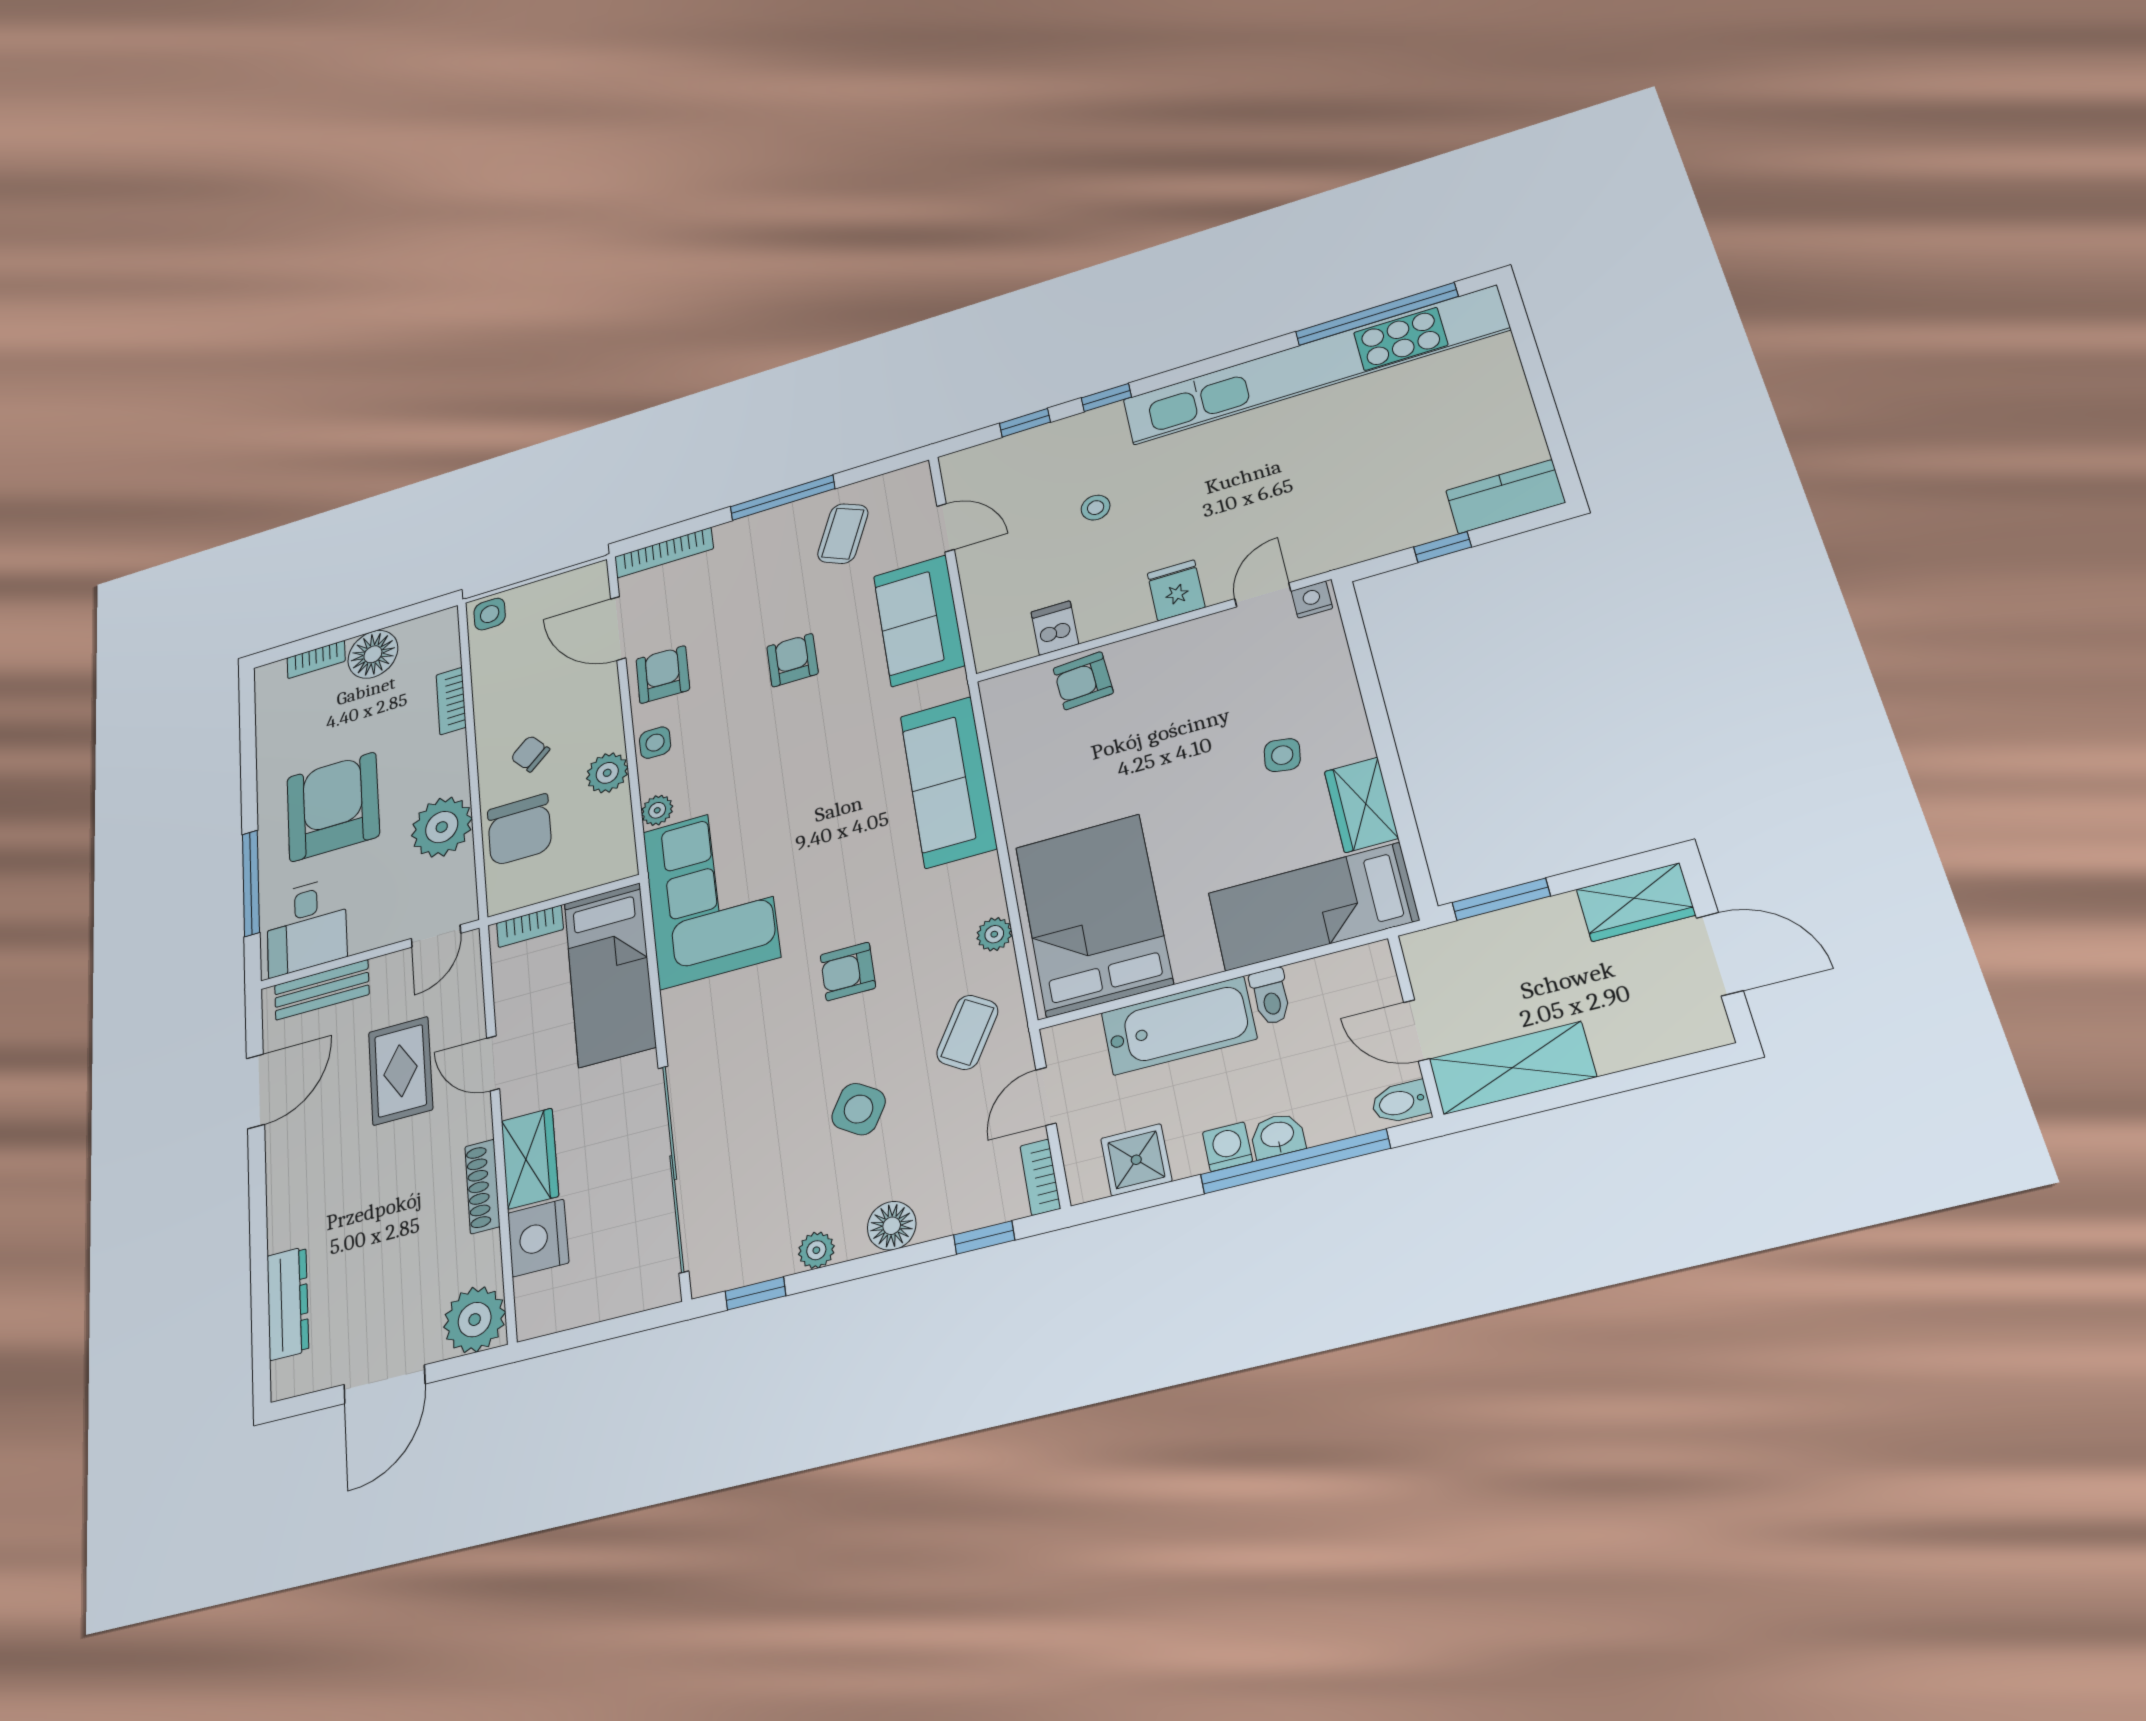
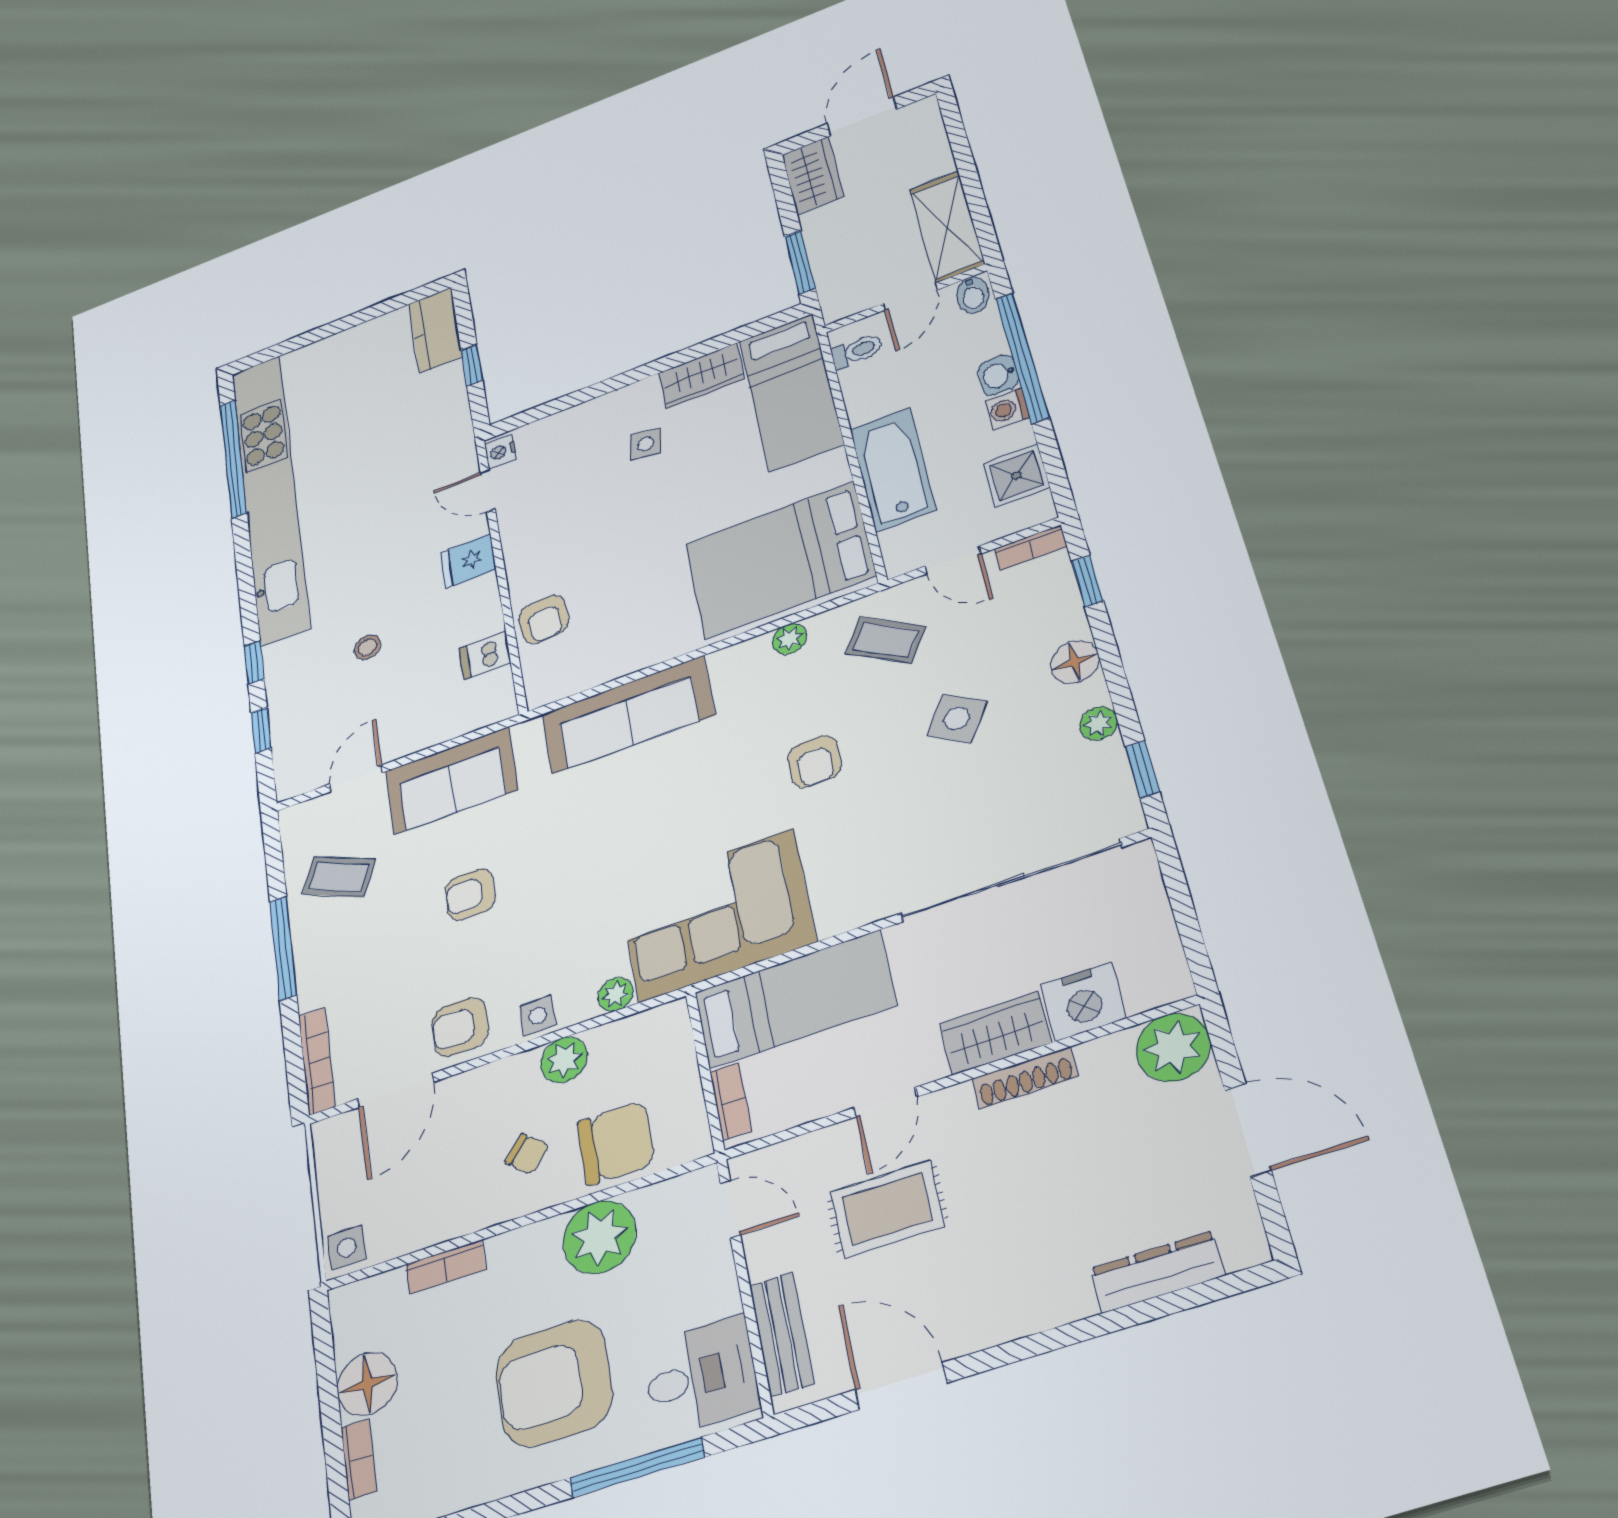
chair: (530, 754) -> (527, 1154), turned -99
toilet: (1271, 996) -> (857, 351), moved

